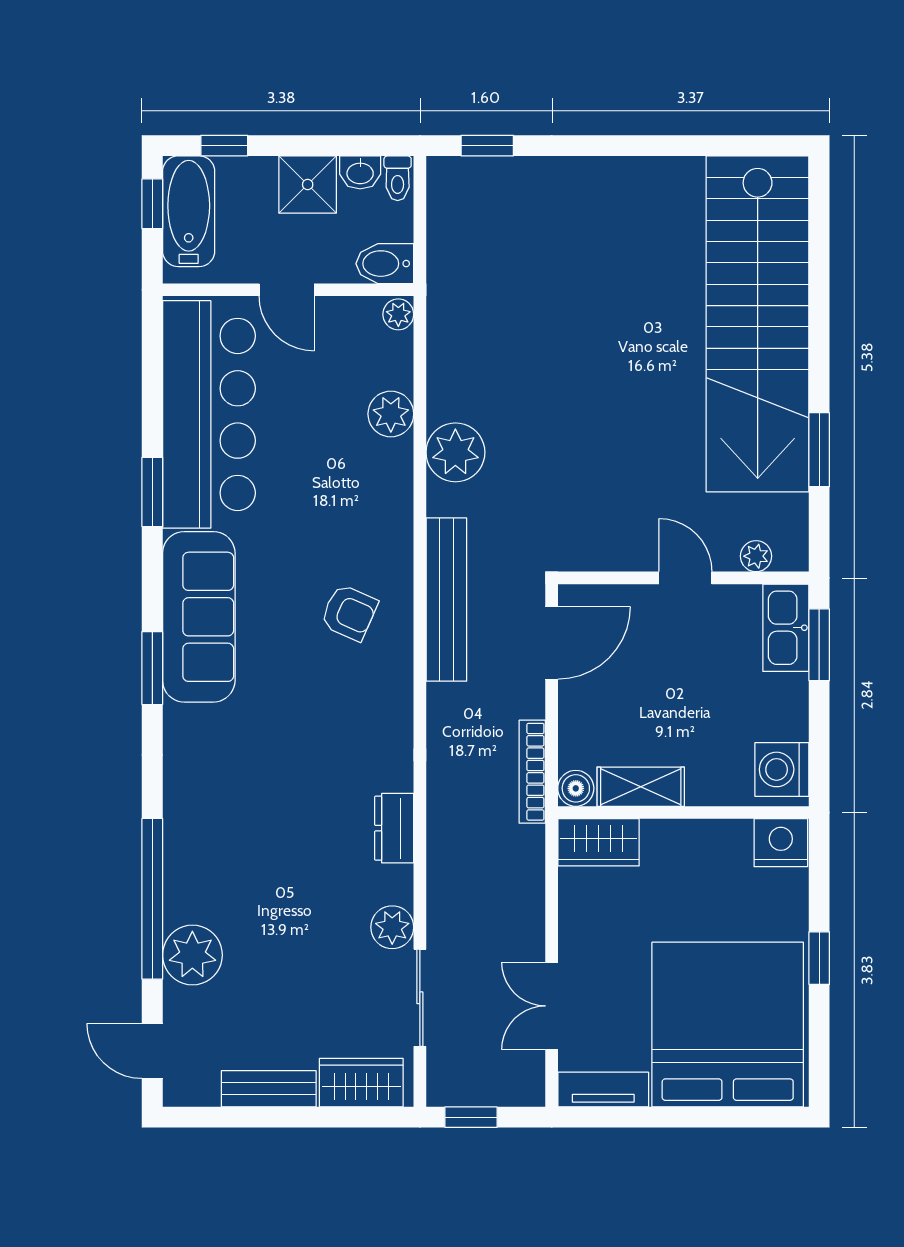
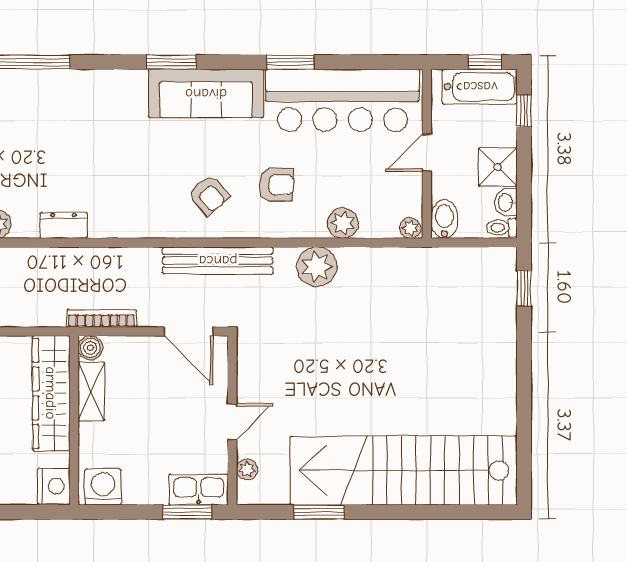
armchair: (334, 513) -> (276, 185), added
armchair: (349, 613) -> (209, 195), turned -65
wardrobe: (599, 842) -> (51, 393), width x2.10, depth x1.17

